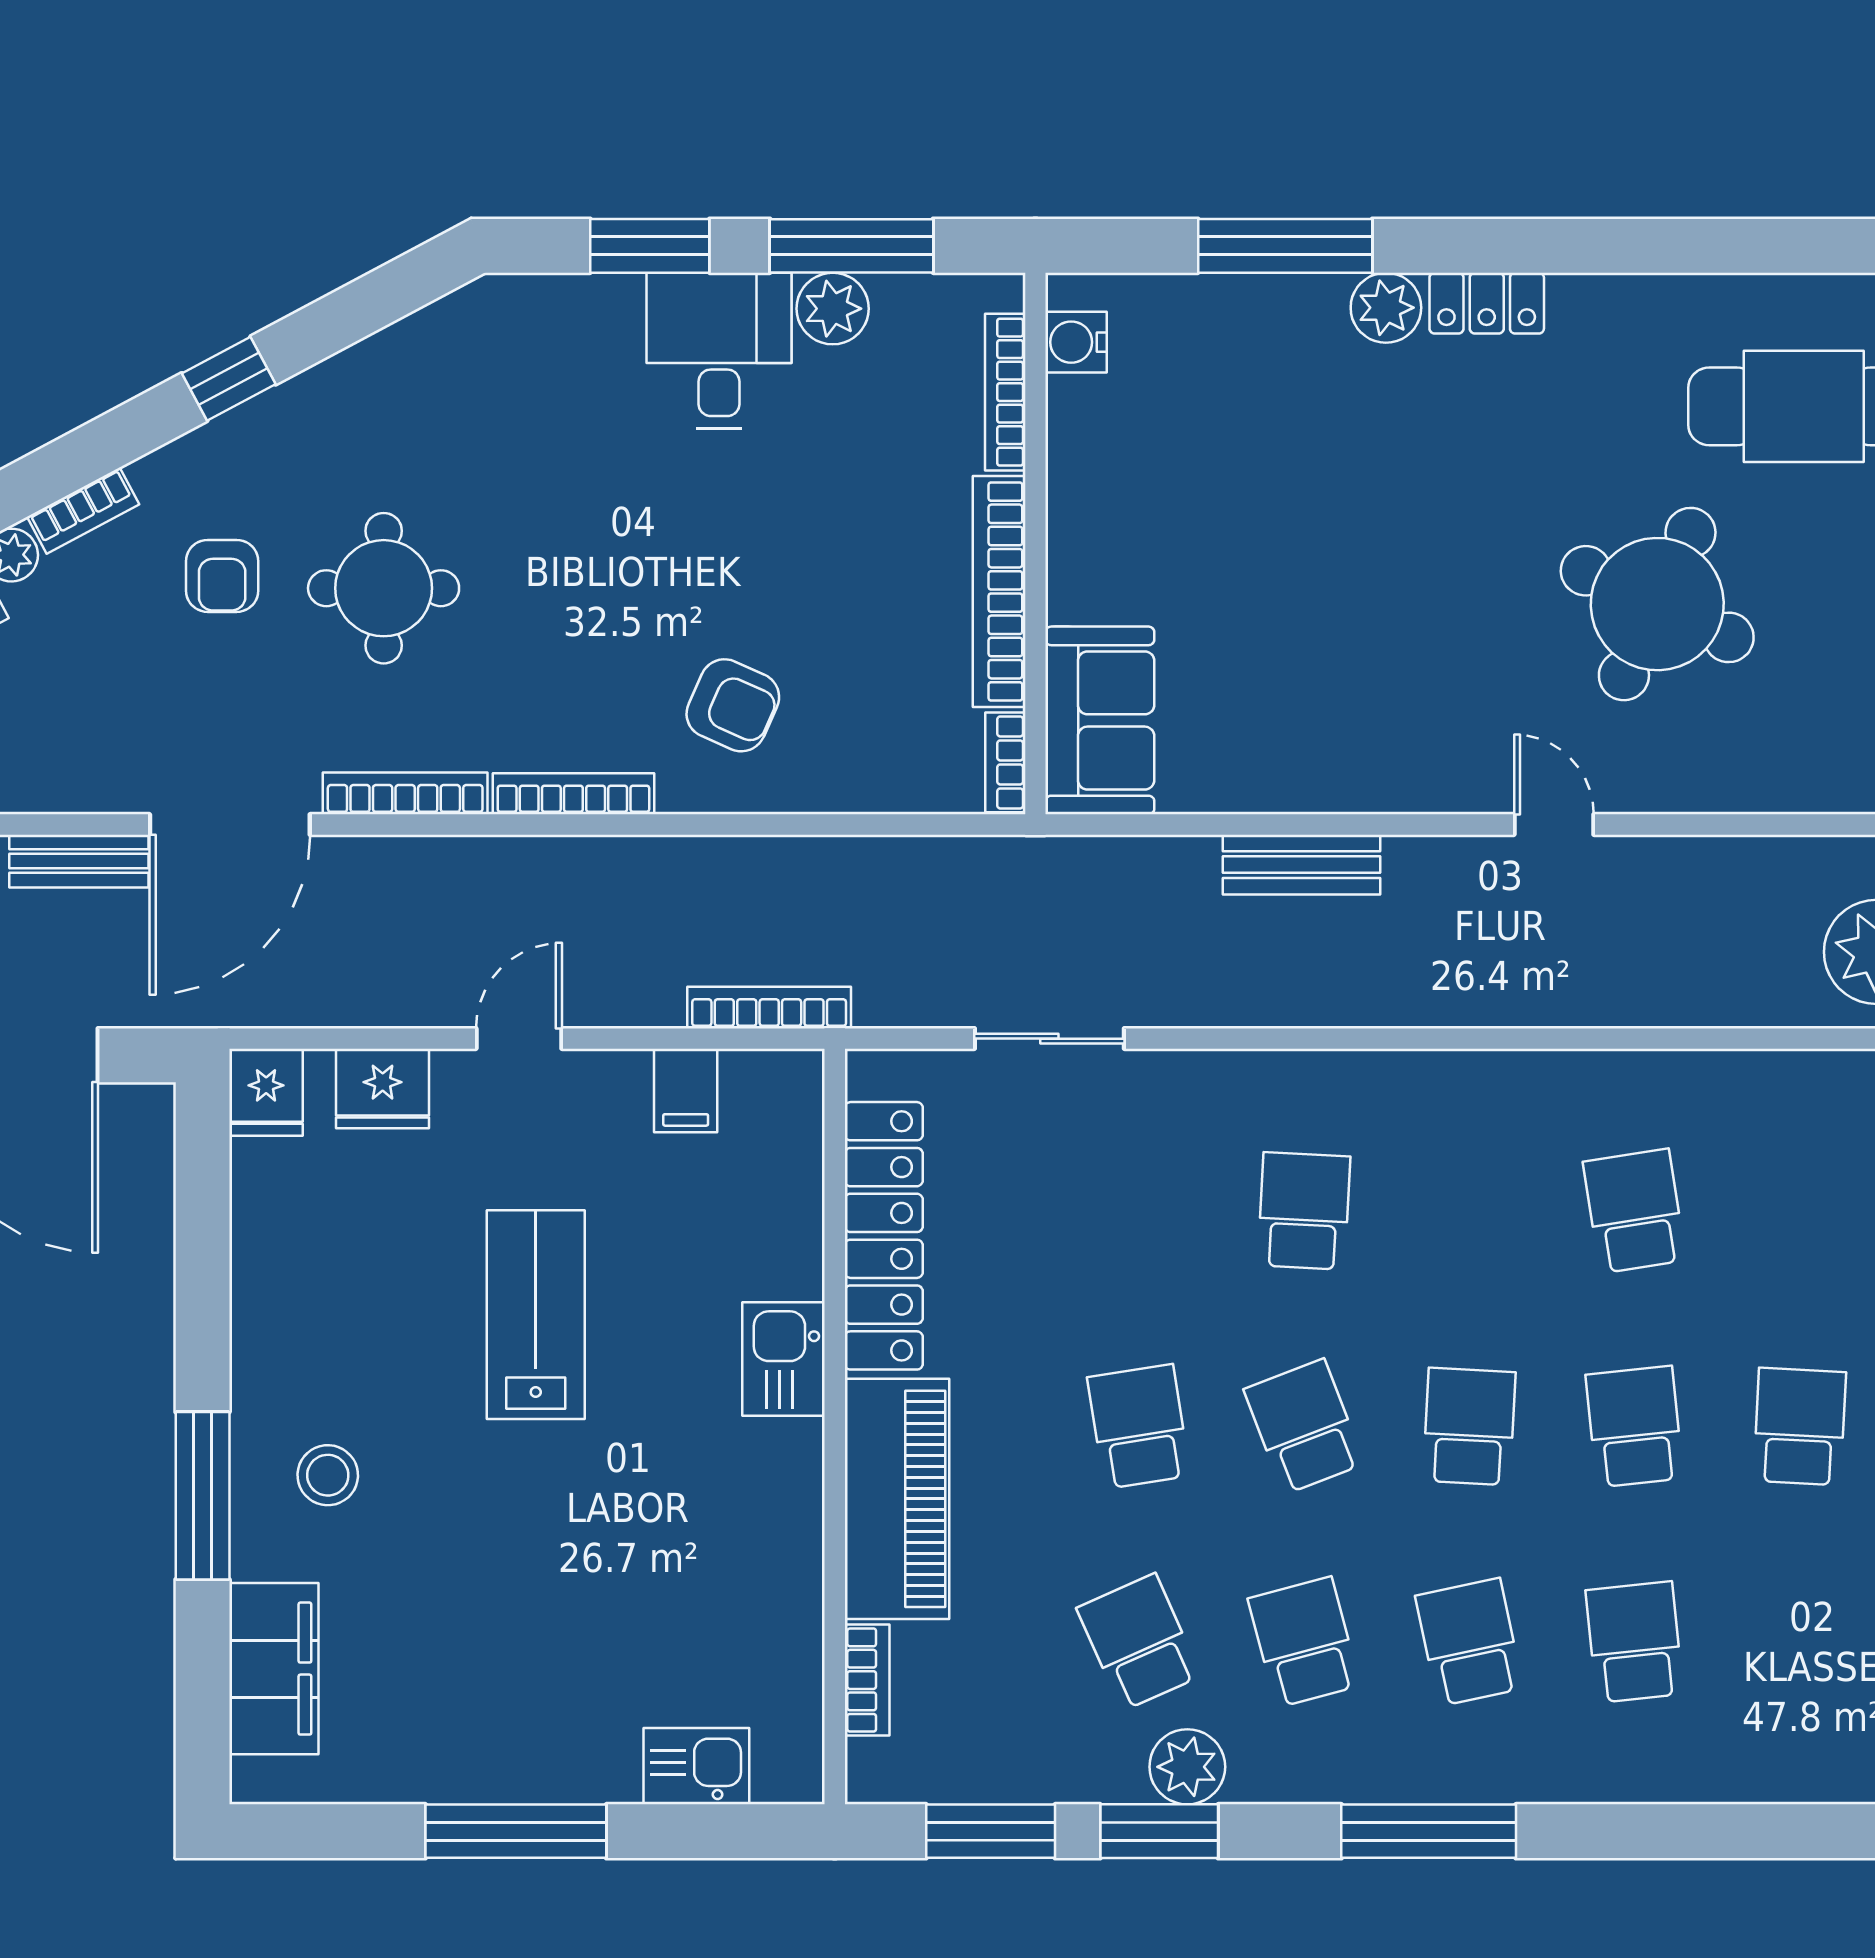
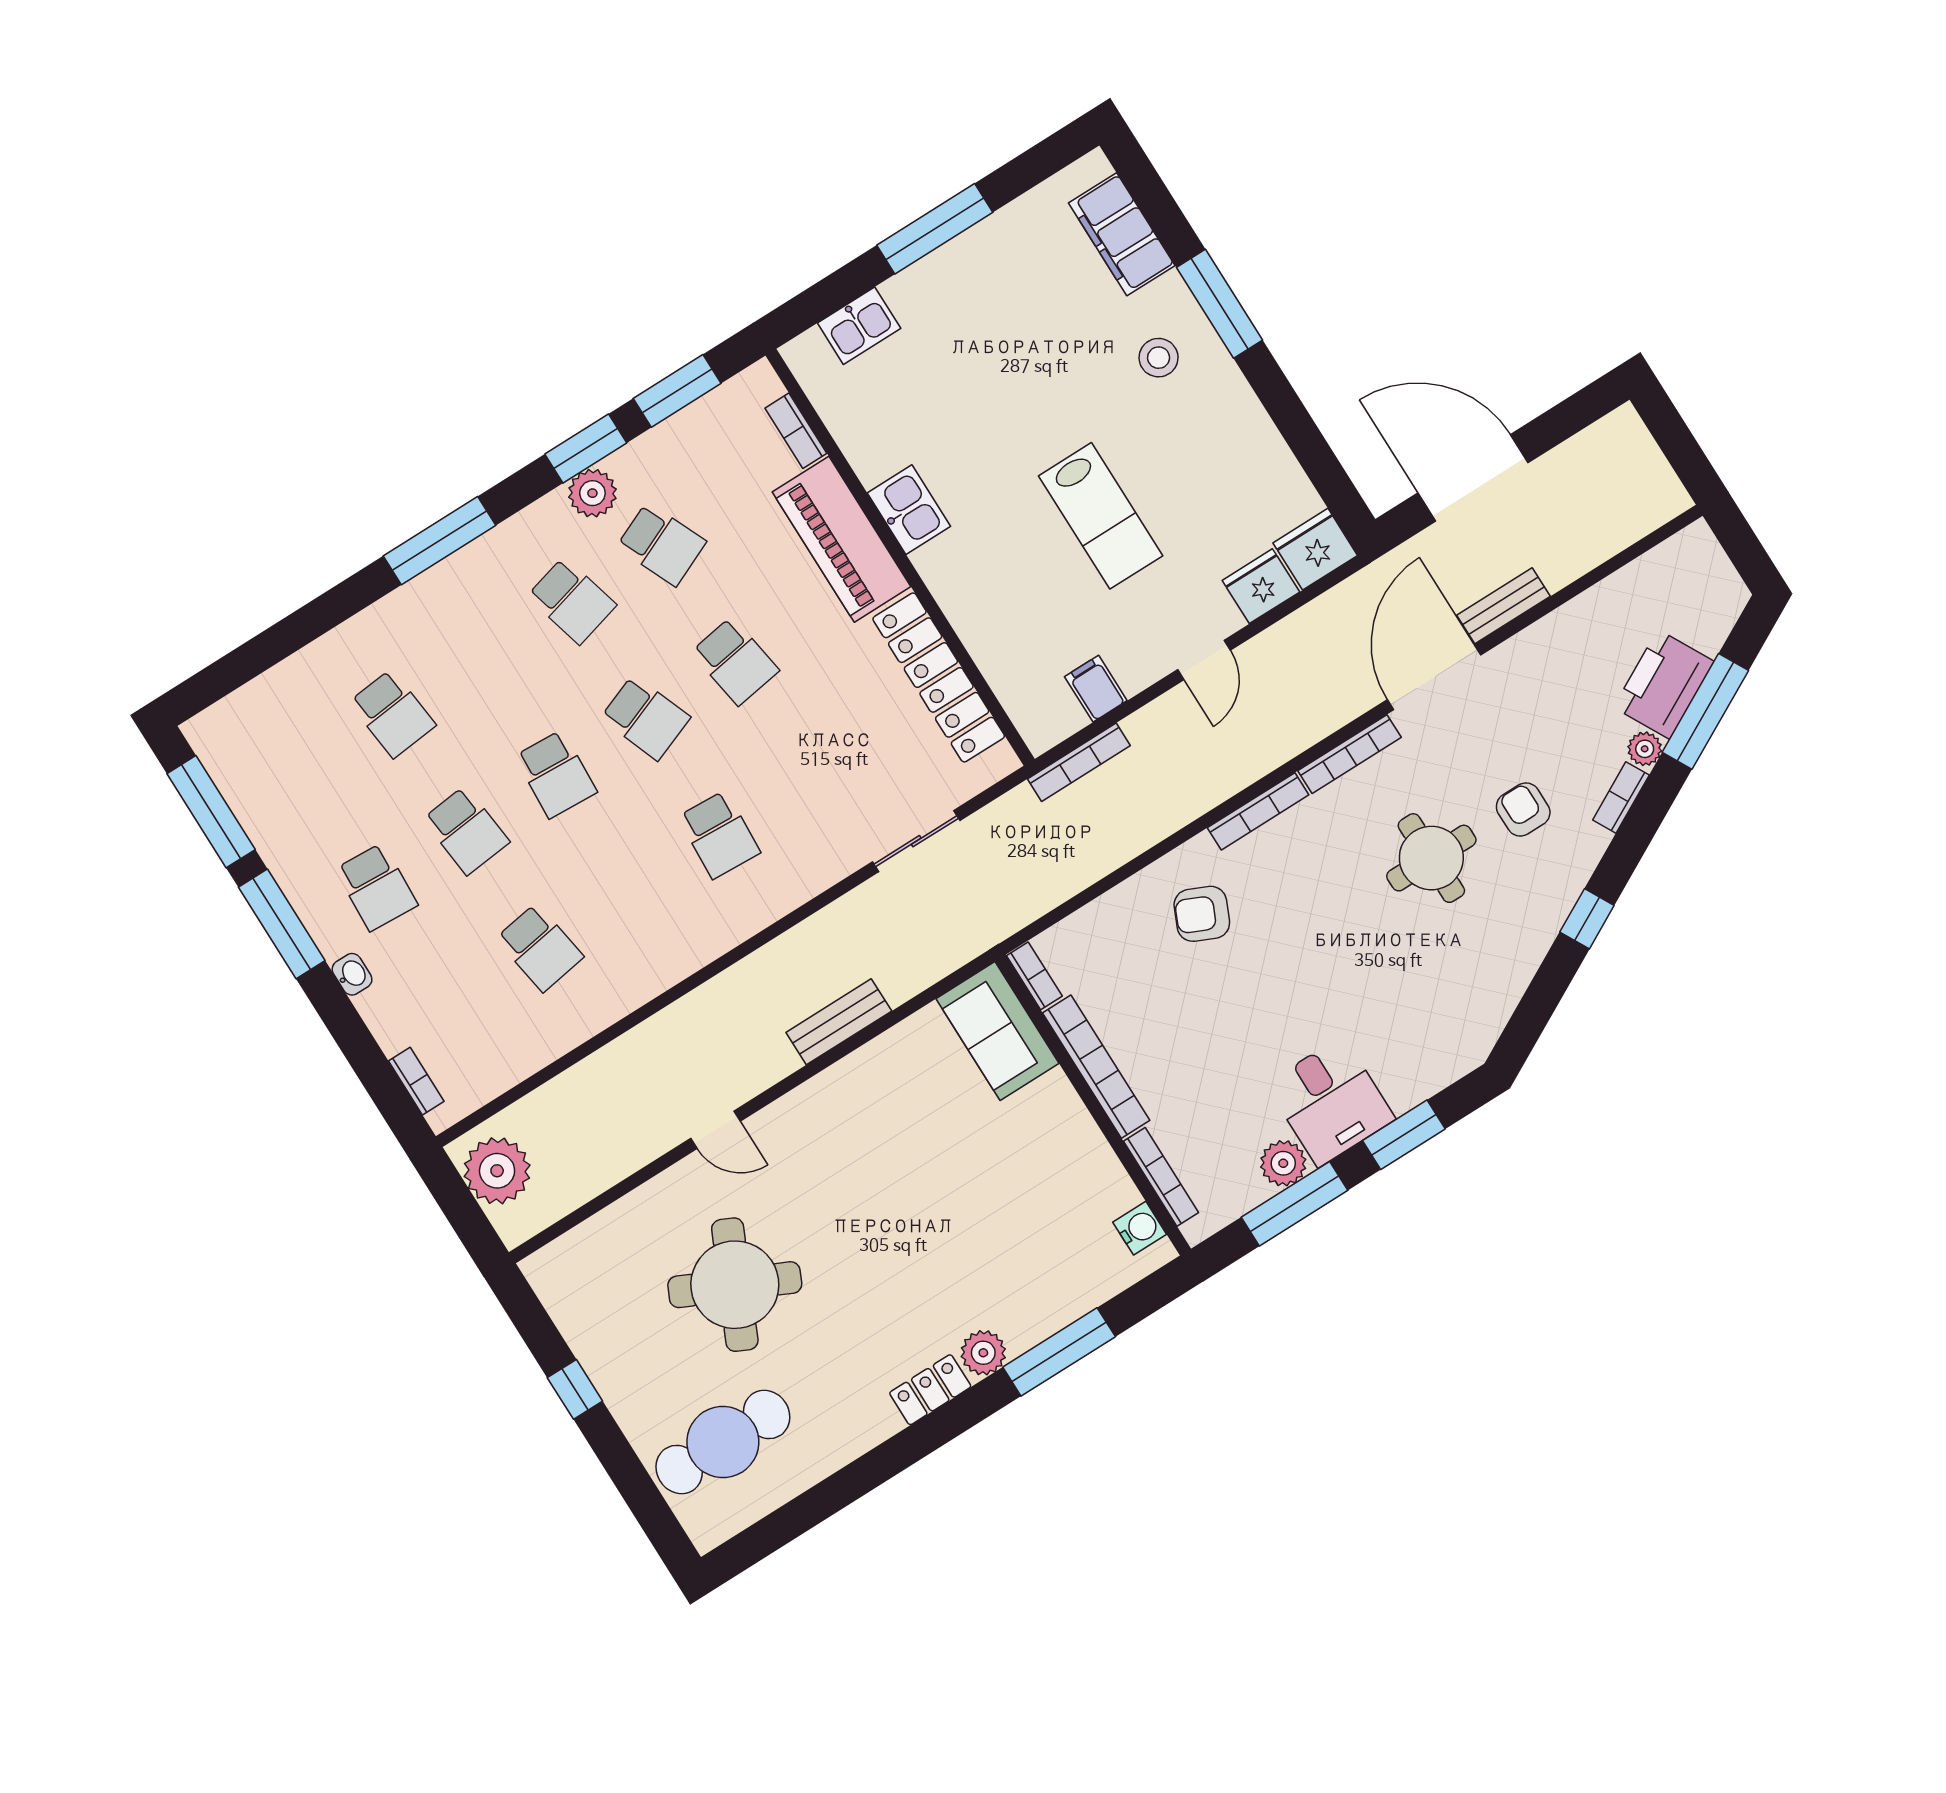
fridge: (266, 1092) -> (1315, 549), width x1.38
kitchen sink: (784, 1359) -> (909, 510), moved
school desk: (1469, 1642) -> (482, 657), removed

